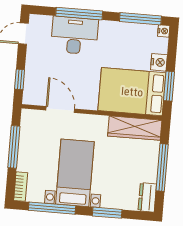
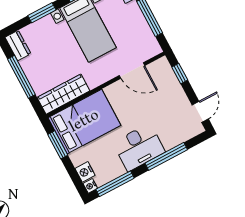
desk: (74, 35) -> (139, 147), moved
nightstand: (159, 62) -> (85, 172), moved

